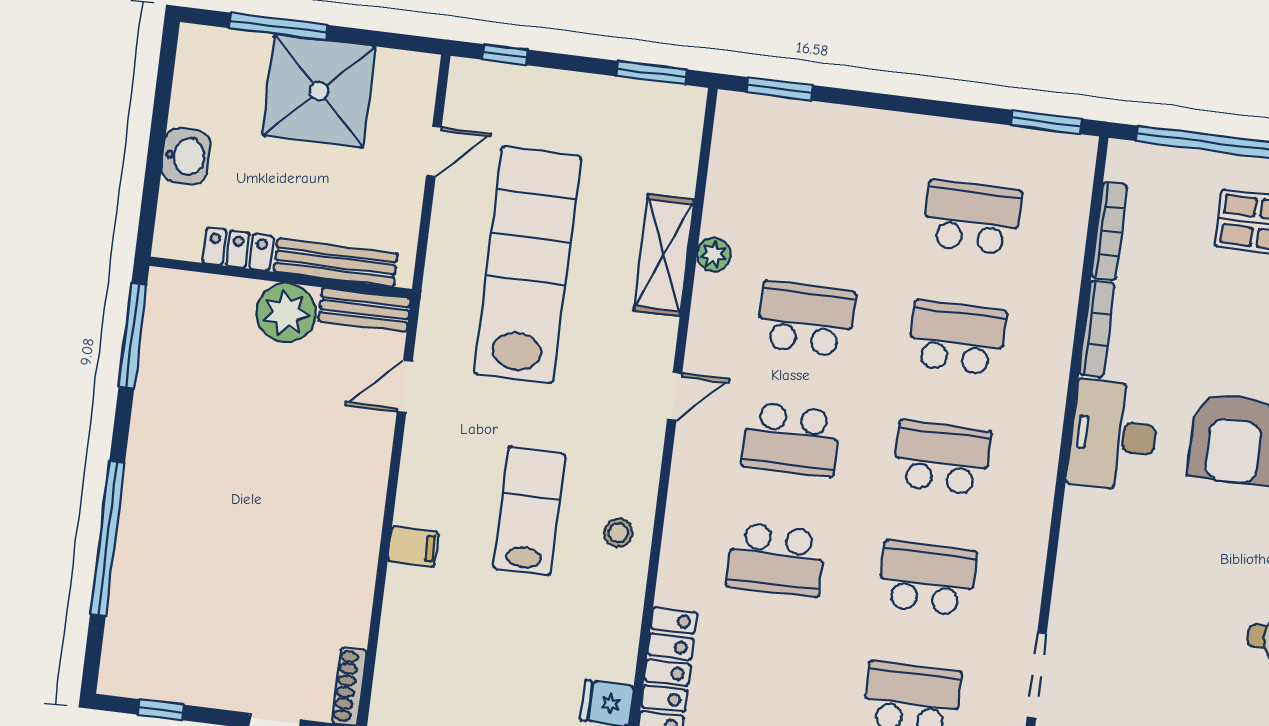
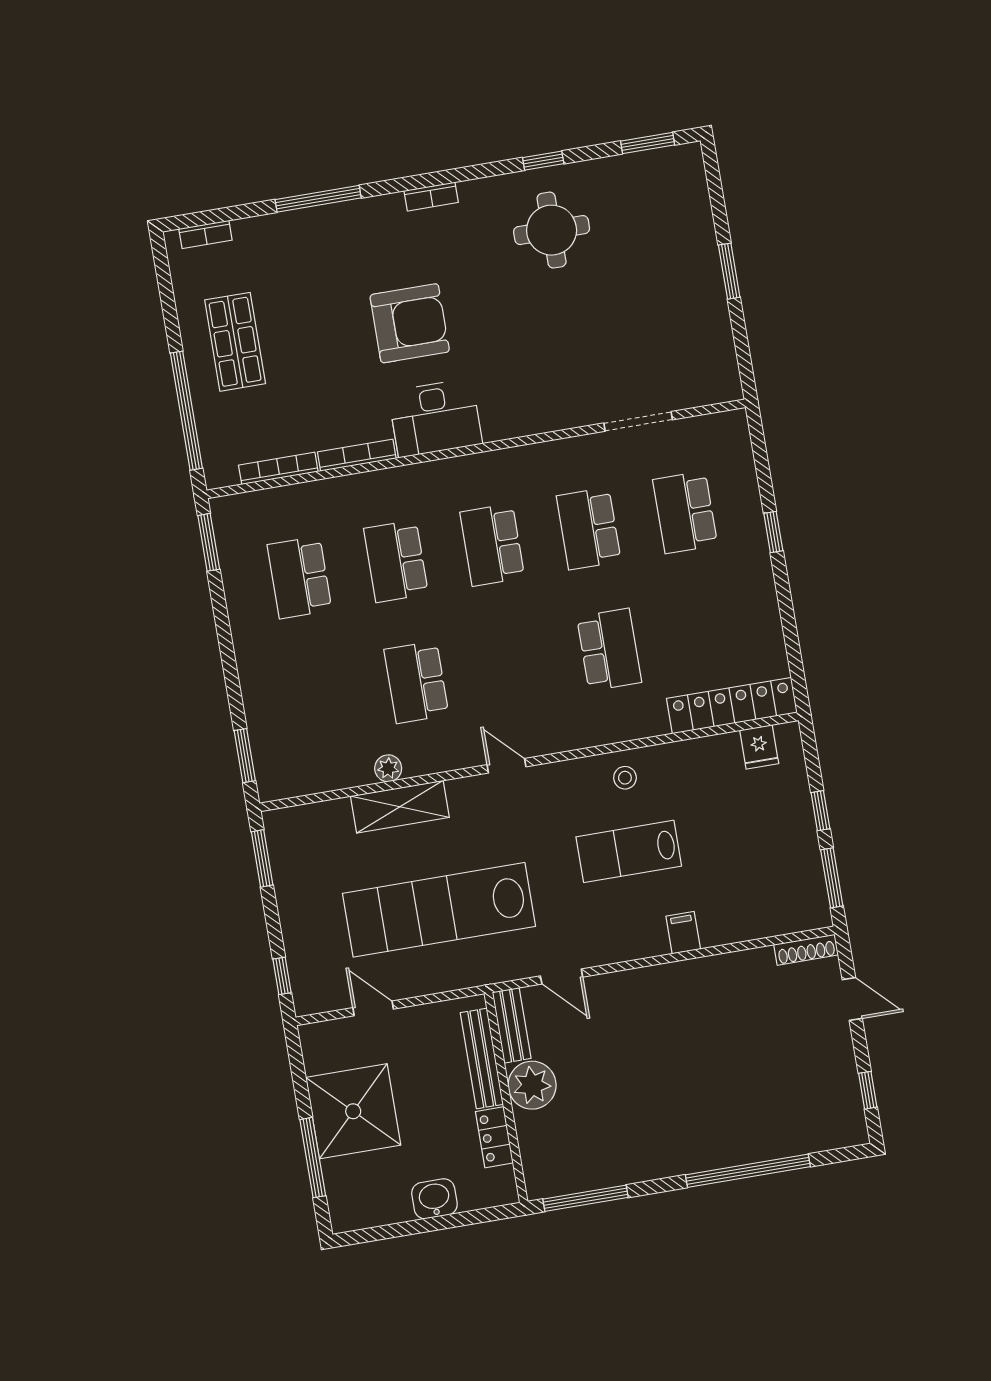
school desk: (791, 439) -> (513, 666), removed

